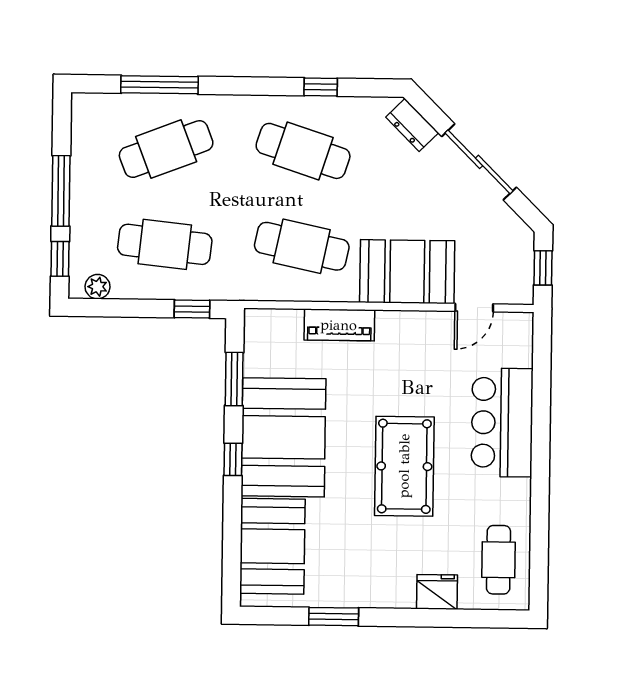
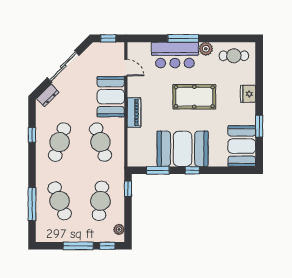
cafe table: (302, 246) -> (100, 142), turned -30
piano: (339, 325) -> (134, 112), moved
window: (541, 442) -> (183, 38), added
plant: (516, 495) -> (206, 49), added
booth: (272, 546) -> (242, 146), moved, turned 90
fridge: (437, 592) -> (248, 94), moved

